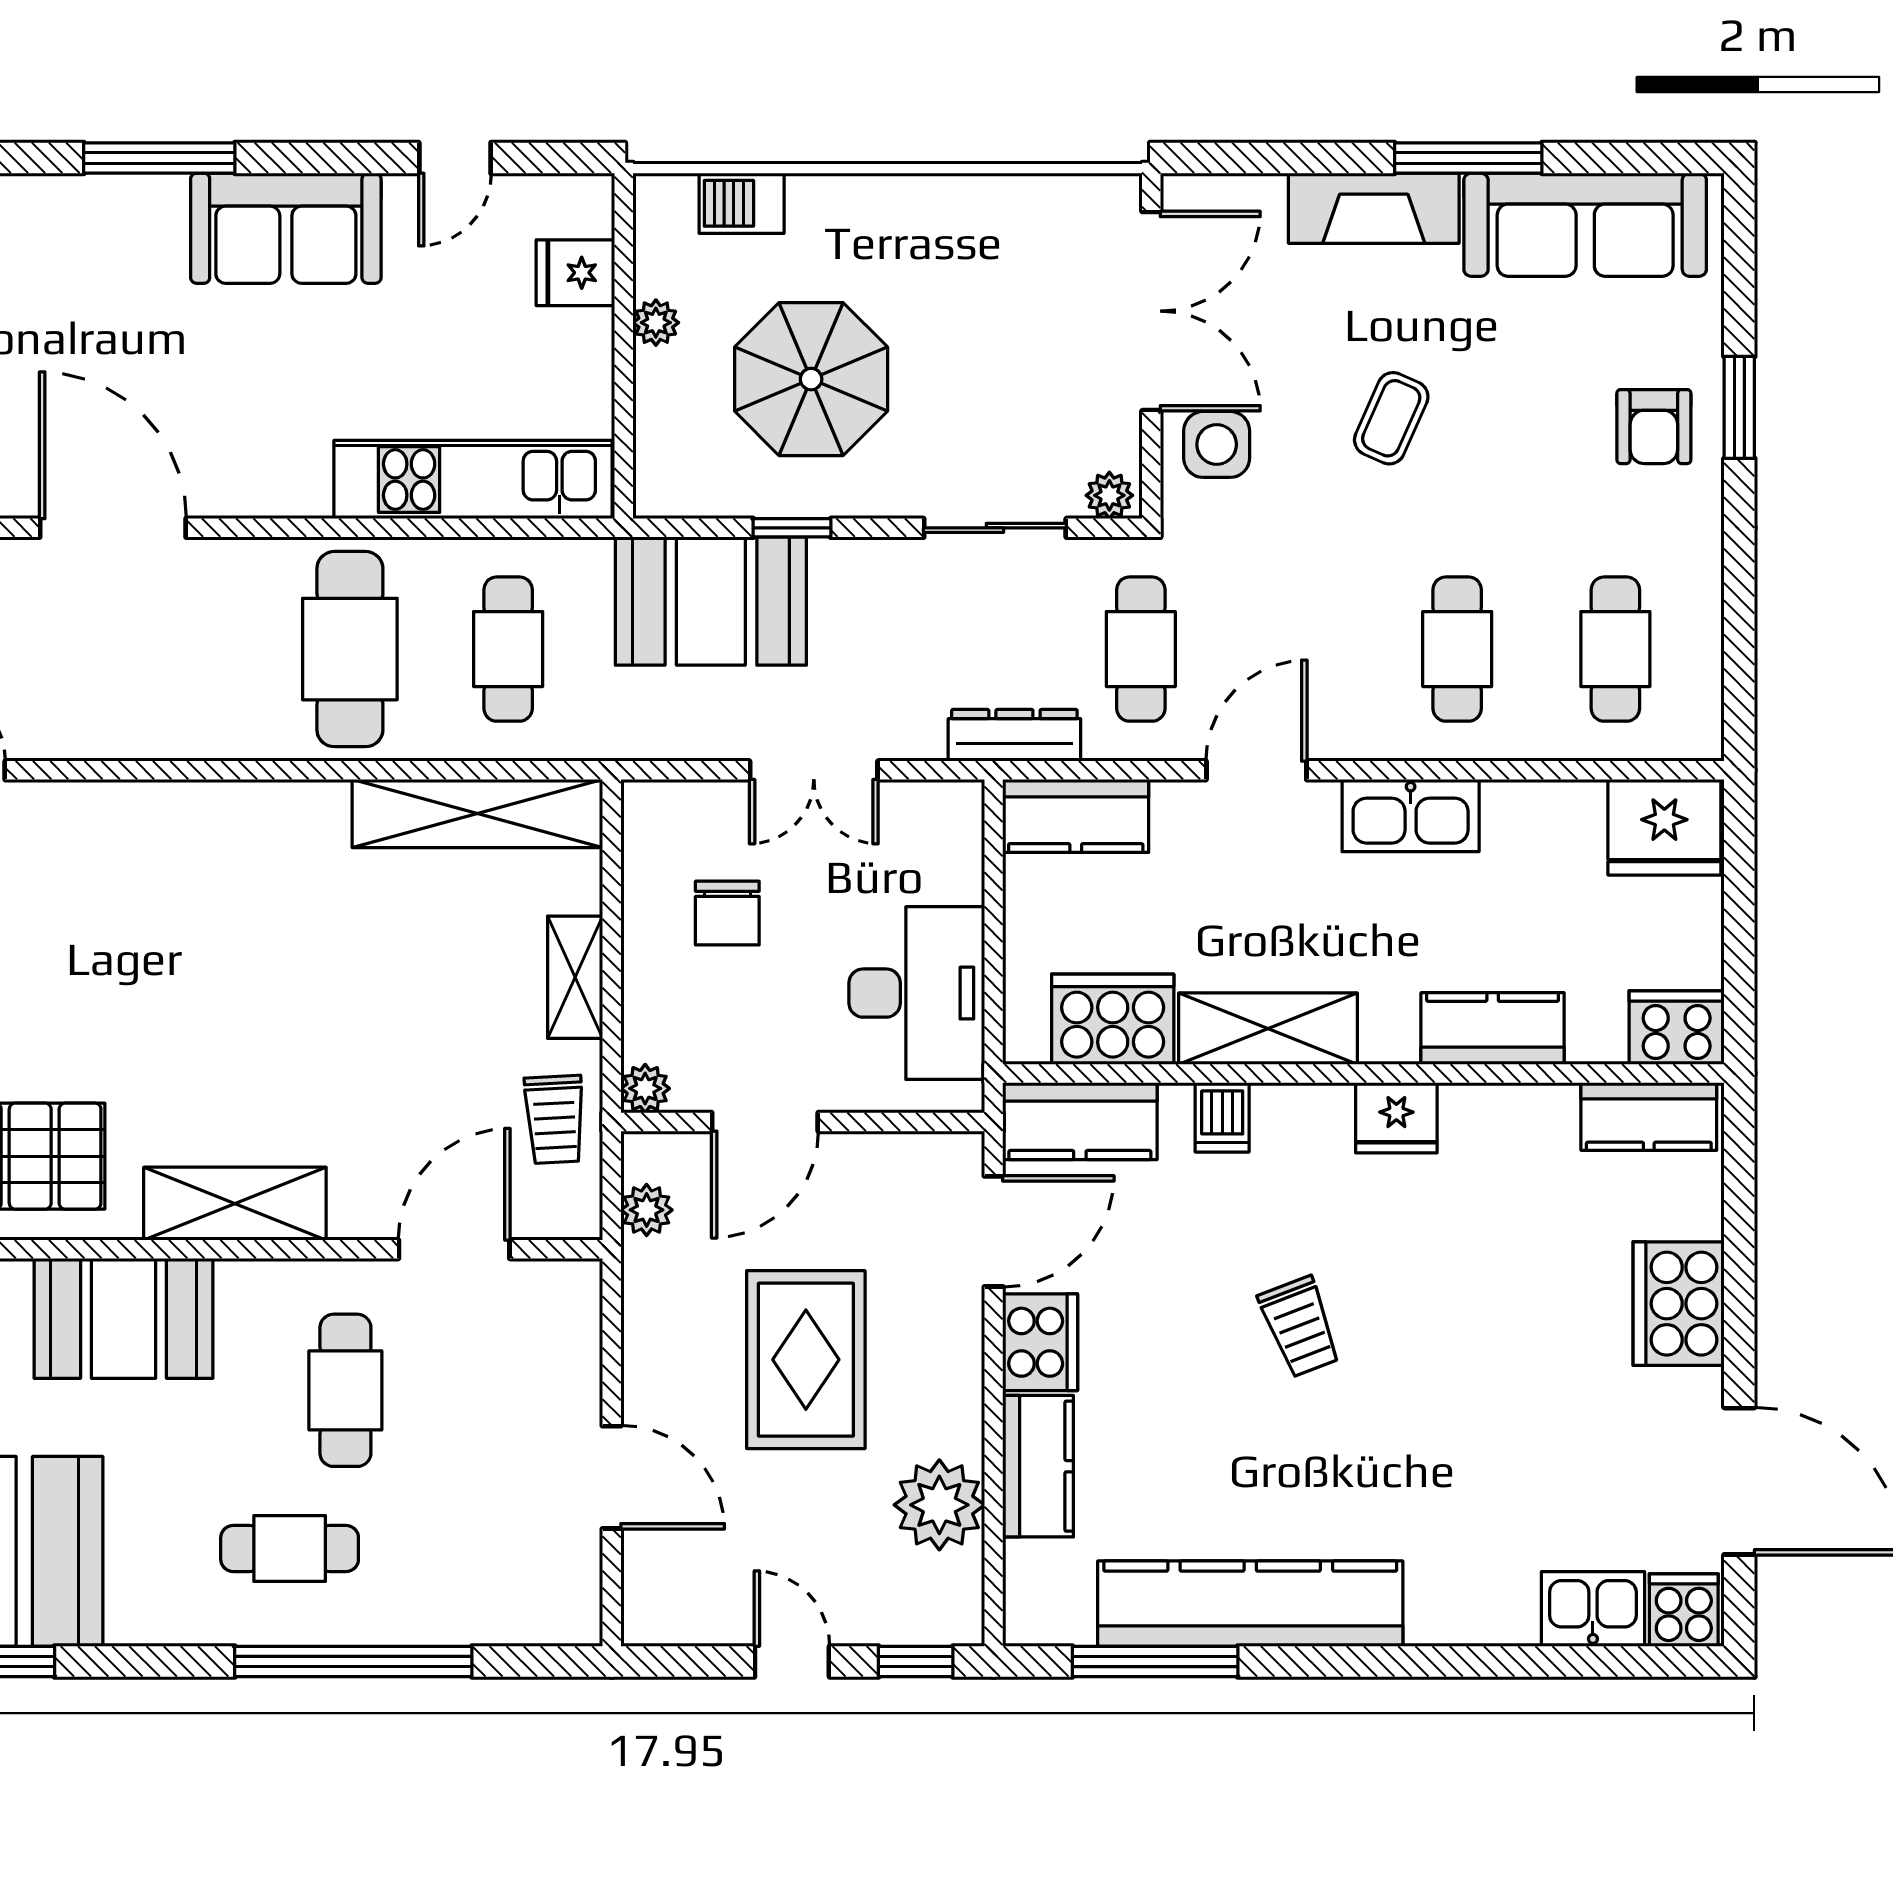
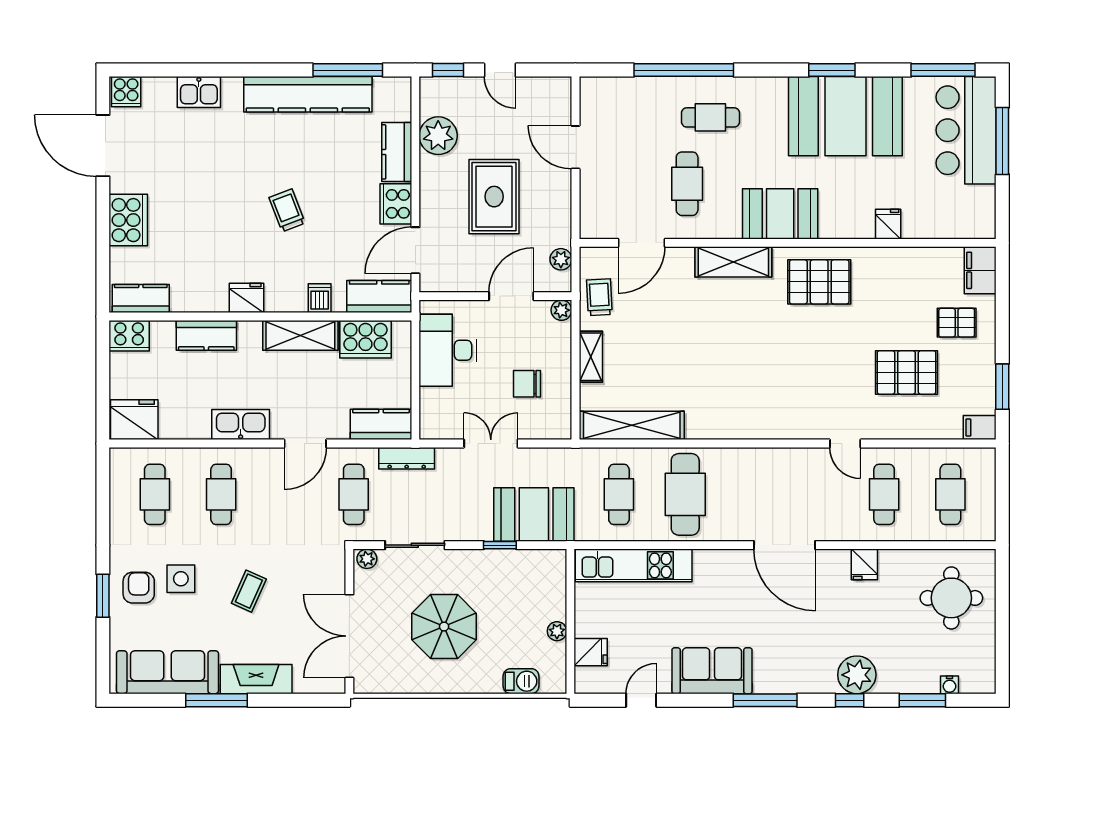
parasol: (811, 379) -> (444, 627), moved
side table: (1217, 444) -> (181, 579), moved
chair: (727, 913) -> (527, 384), turned -90
kitchen sink: (1593, 1609) -> (199, 92), moved

